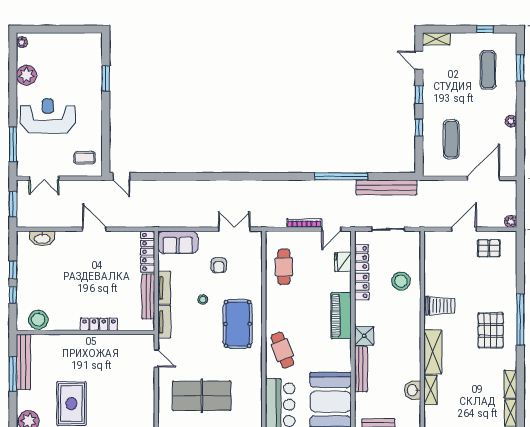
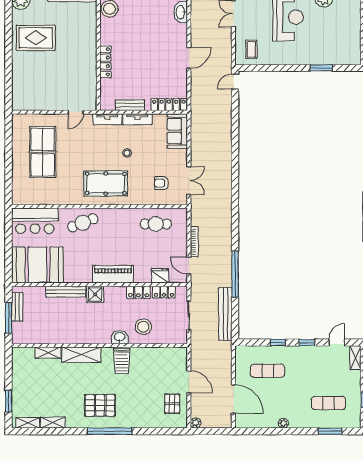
armchair: (219, 265) -> (161, 183), moved
bench: (148, 296) -> (130, 105), width x0.73
washbasin: (413, 390) -> (120, 337), moved

